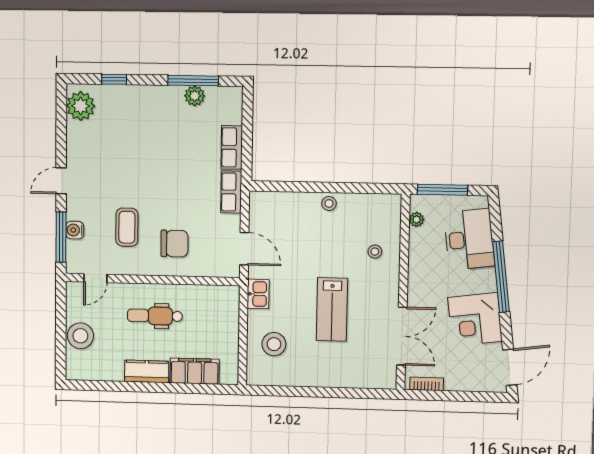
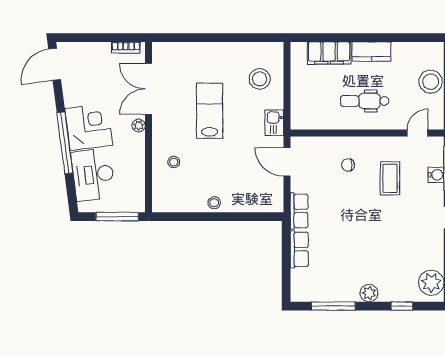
plant: (195, 96) -> (369, 293), moved
plant: (417, 219) -> (139, 125), moved
chair: (174, 244) -> (348, 165), width x0.54, depth x0.54
dental chair: (155, 316) -> (365, 101), turned 180
corner desk: (475, 319) -> (89, 127), moved

